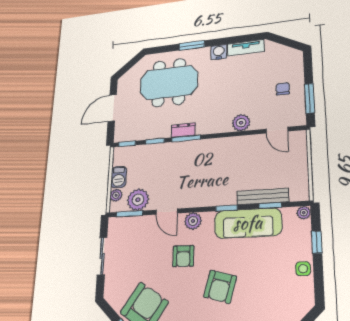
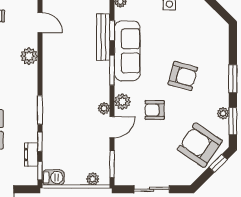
dresser: (183, 130) -> (31, 155), moved
door: (277, 130) -> (40, 23), hinge flipped
barbecue: (119, 177) -> (53, 178), moved
plant: (138, 200) -> (104, 108), moved, width x0.53, depth x0.53
window: (227, 208) -> (112, 70), width x1.50
armchair: (183, 256) -> (155, 110), turned 180

